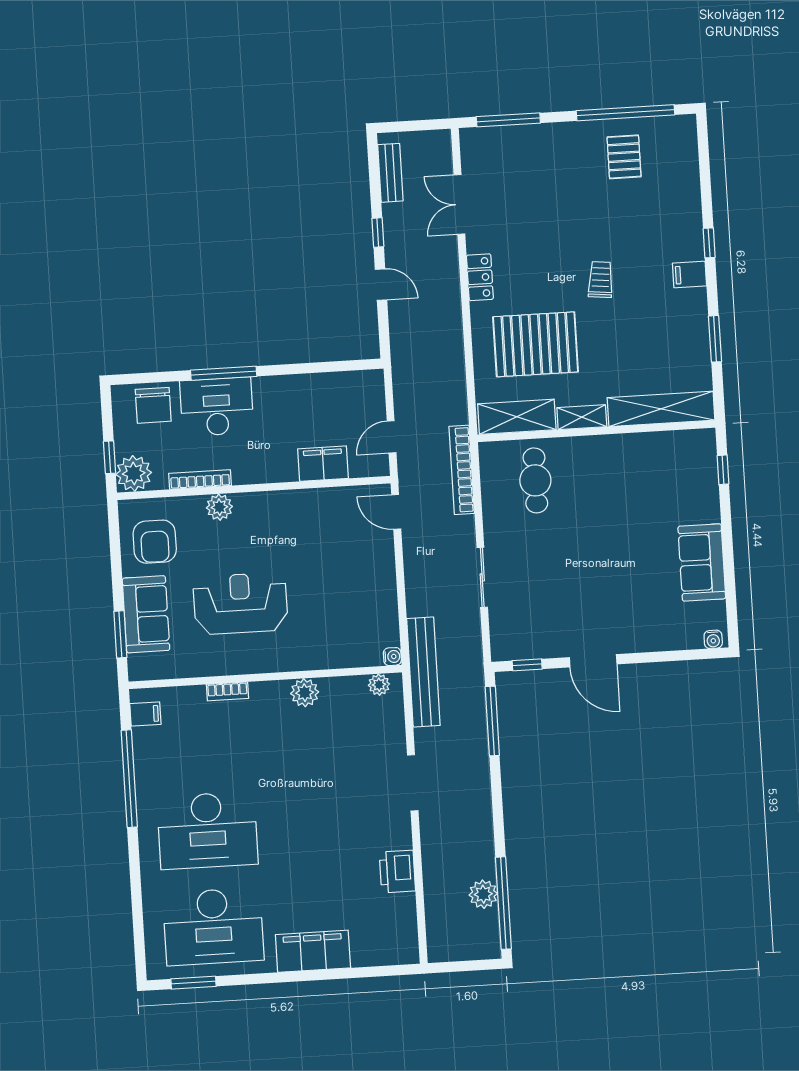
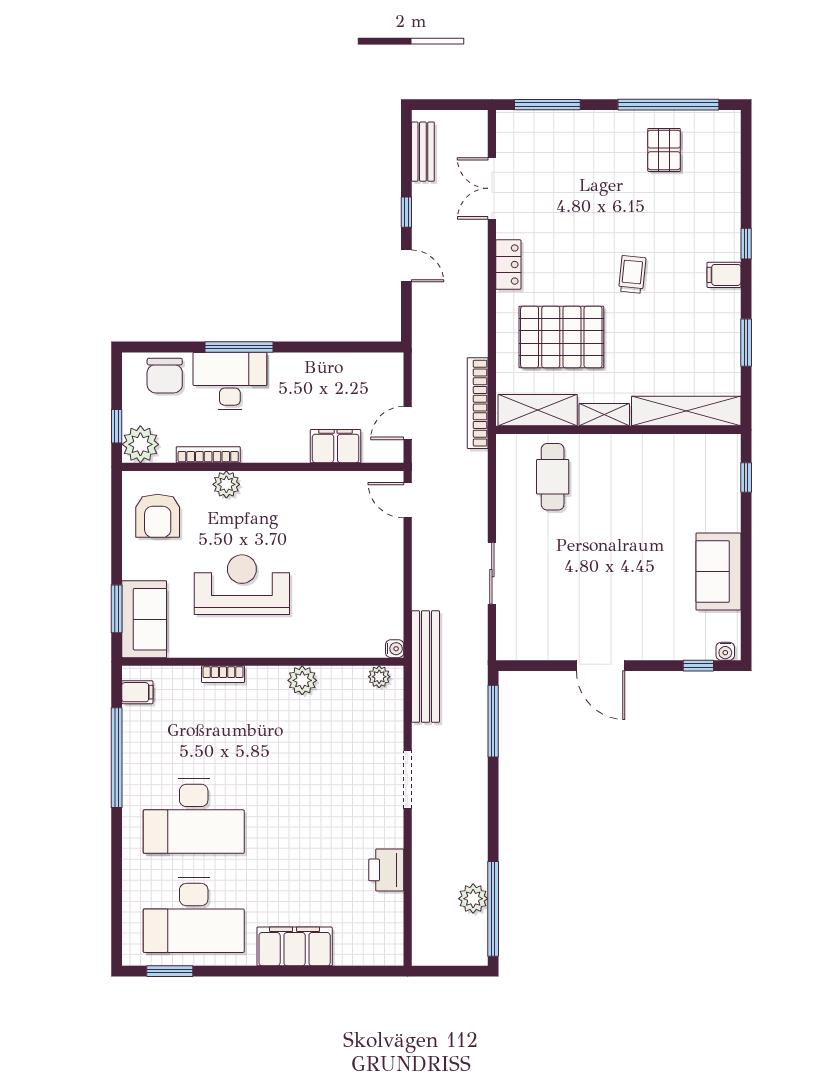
bookcase: (462, 470) -> (478, 403), moved
sofa: (146, 614) -> (144, 619), moved
window: (527, 665) -> (698, 666), moved

